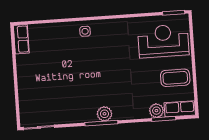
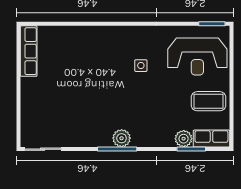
side table: (85, 31) -> (141, 66), moved
row of seats: (21, 39) -> (29, 51), width x1.48
reception desk: (163, 41) -> (197, 57), turned 180

